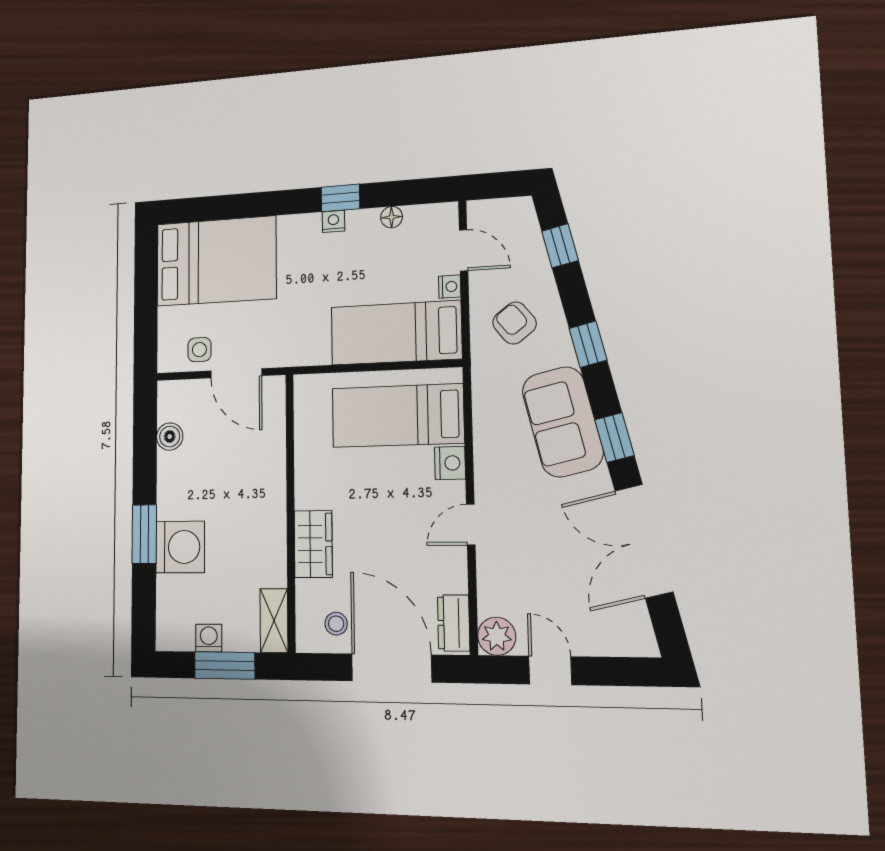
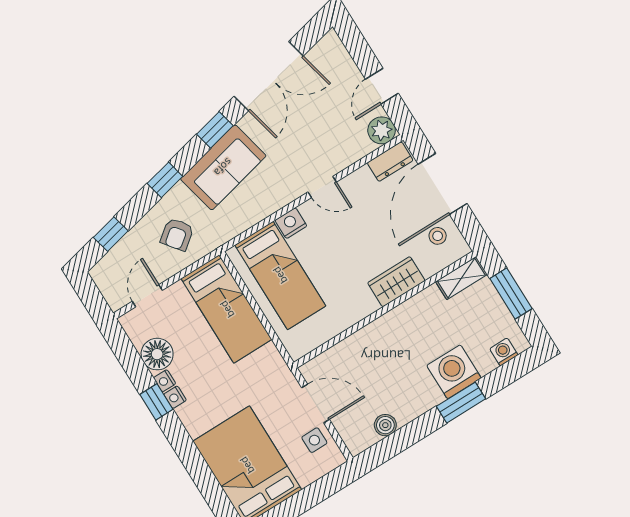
floor lamp: (392, 217) -> (157, 354), width x1.89, depth x1.89
nightstand: (450, 287) -> (165, 381), moved, turned -90
door: (236, 373) -> (316, 404), hinge flipped
washing machine: (209, 638) -> (504, 352), moved, turned 90

